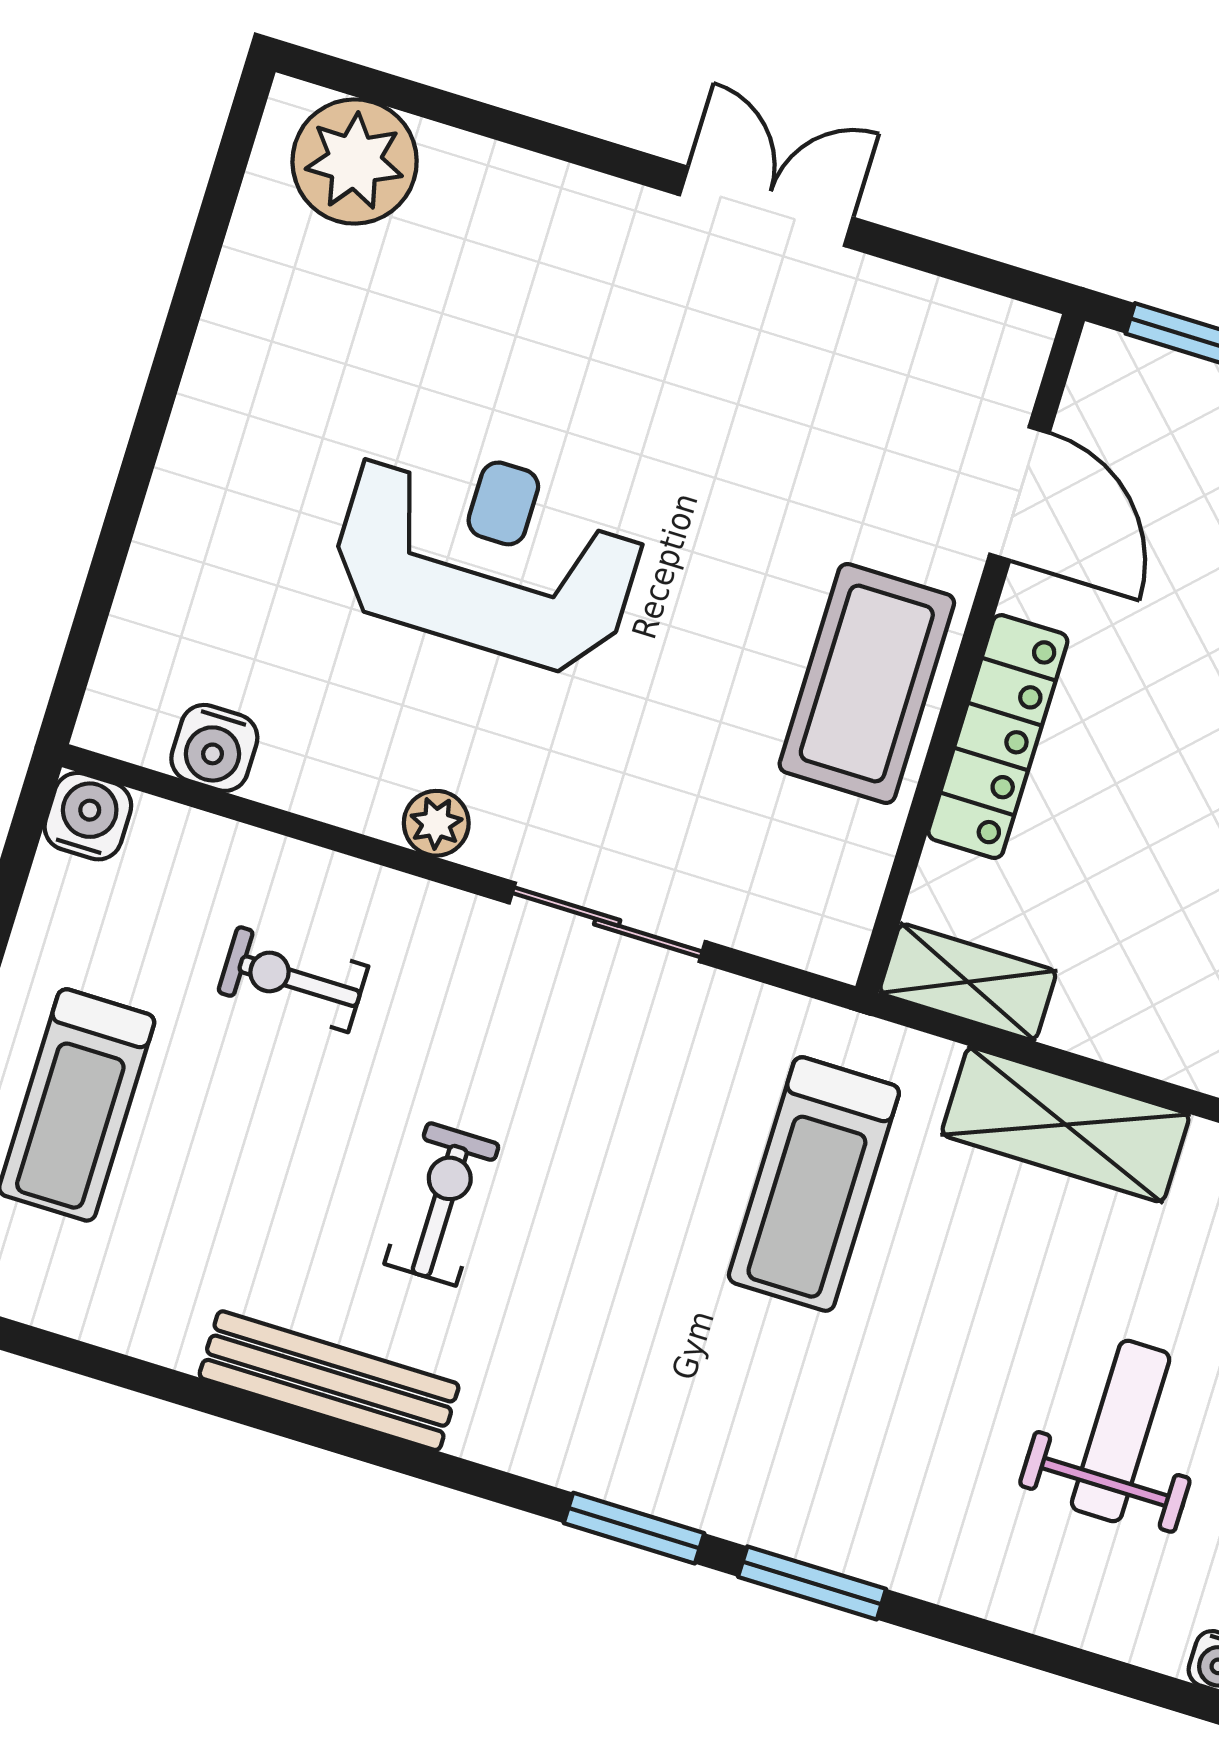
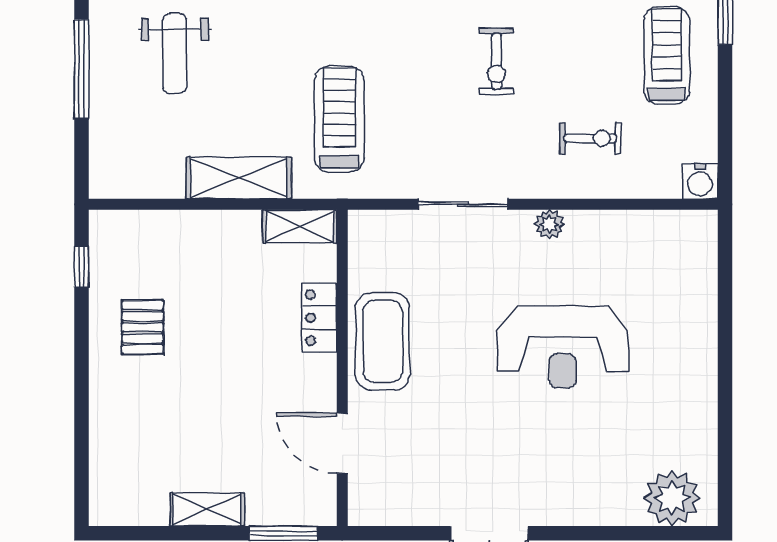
locker: (998, 737) -> (319, 318), width x0.66
water cooler: (214, 748) -> (655, 227), removed

